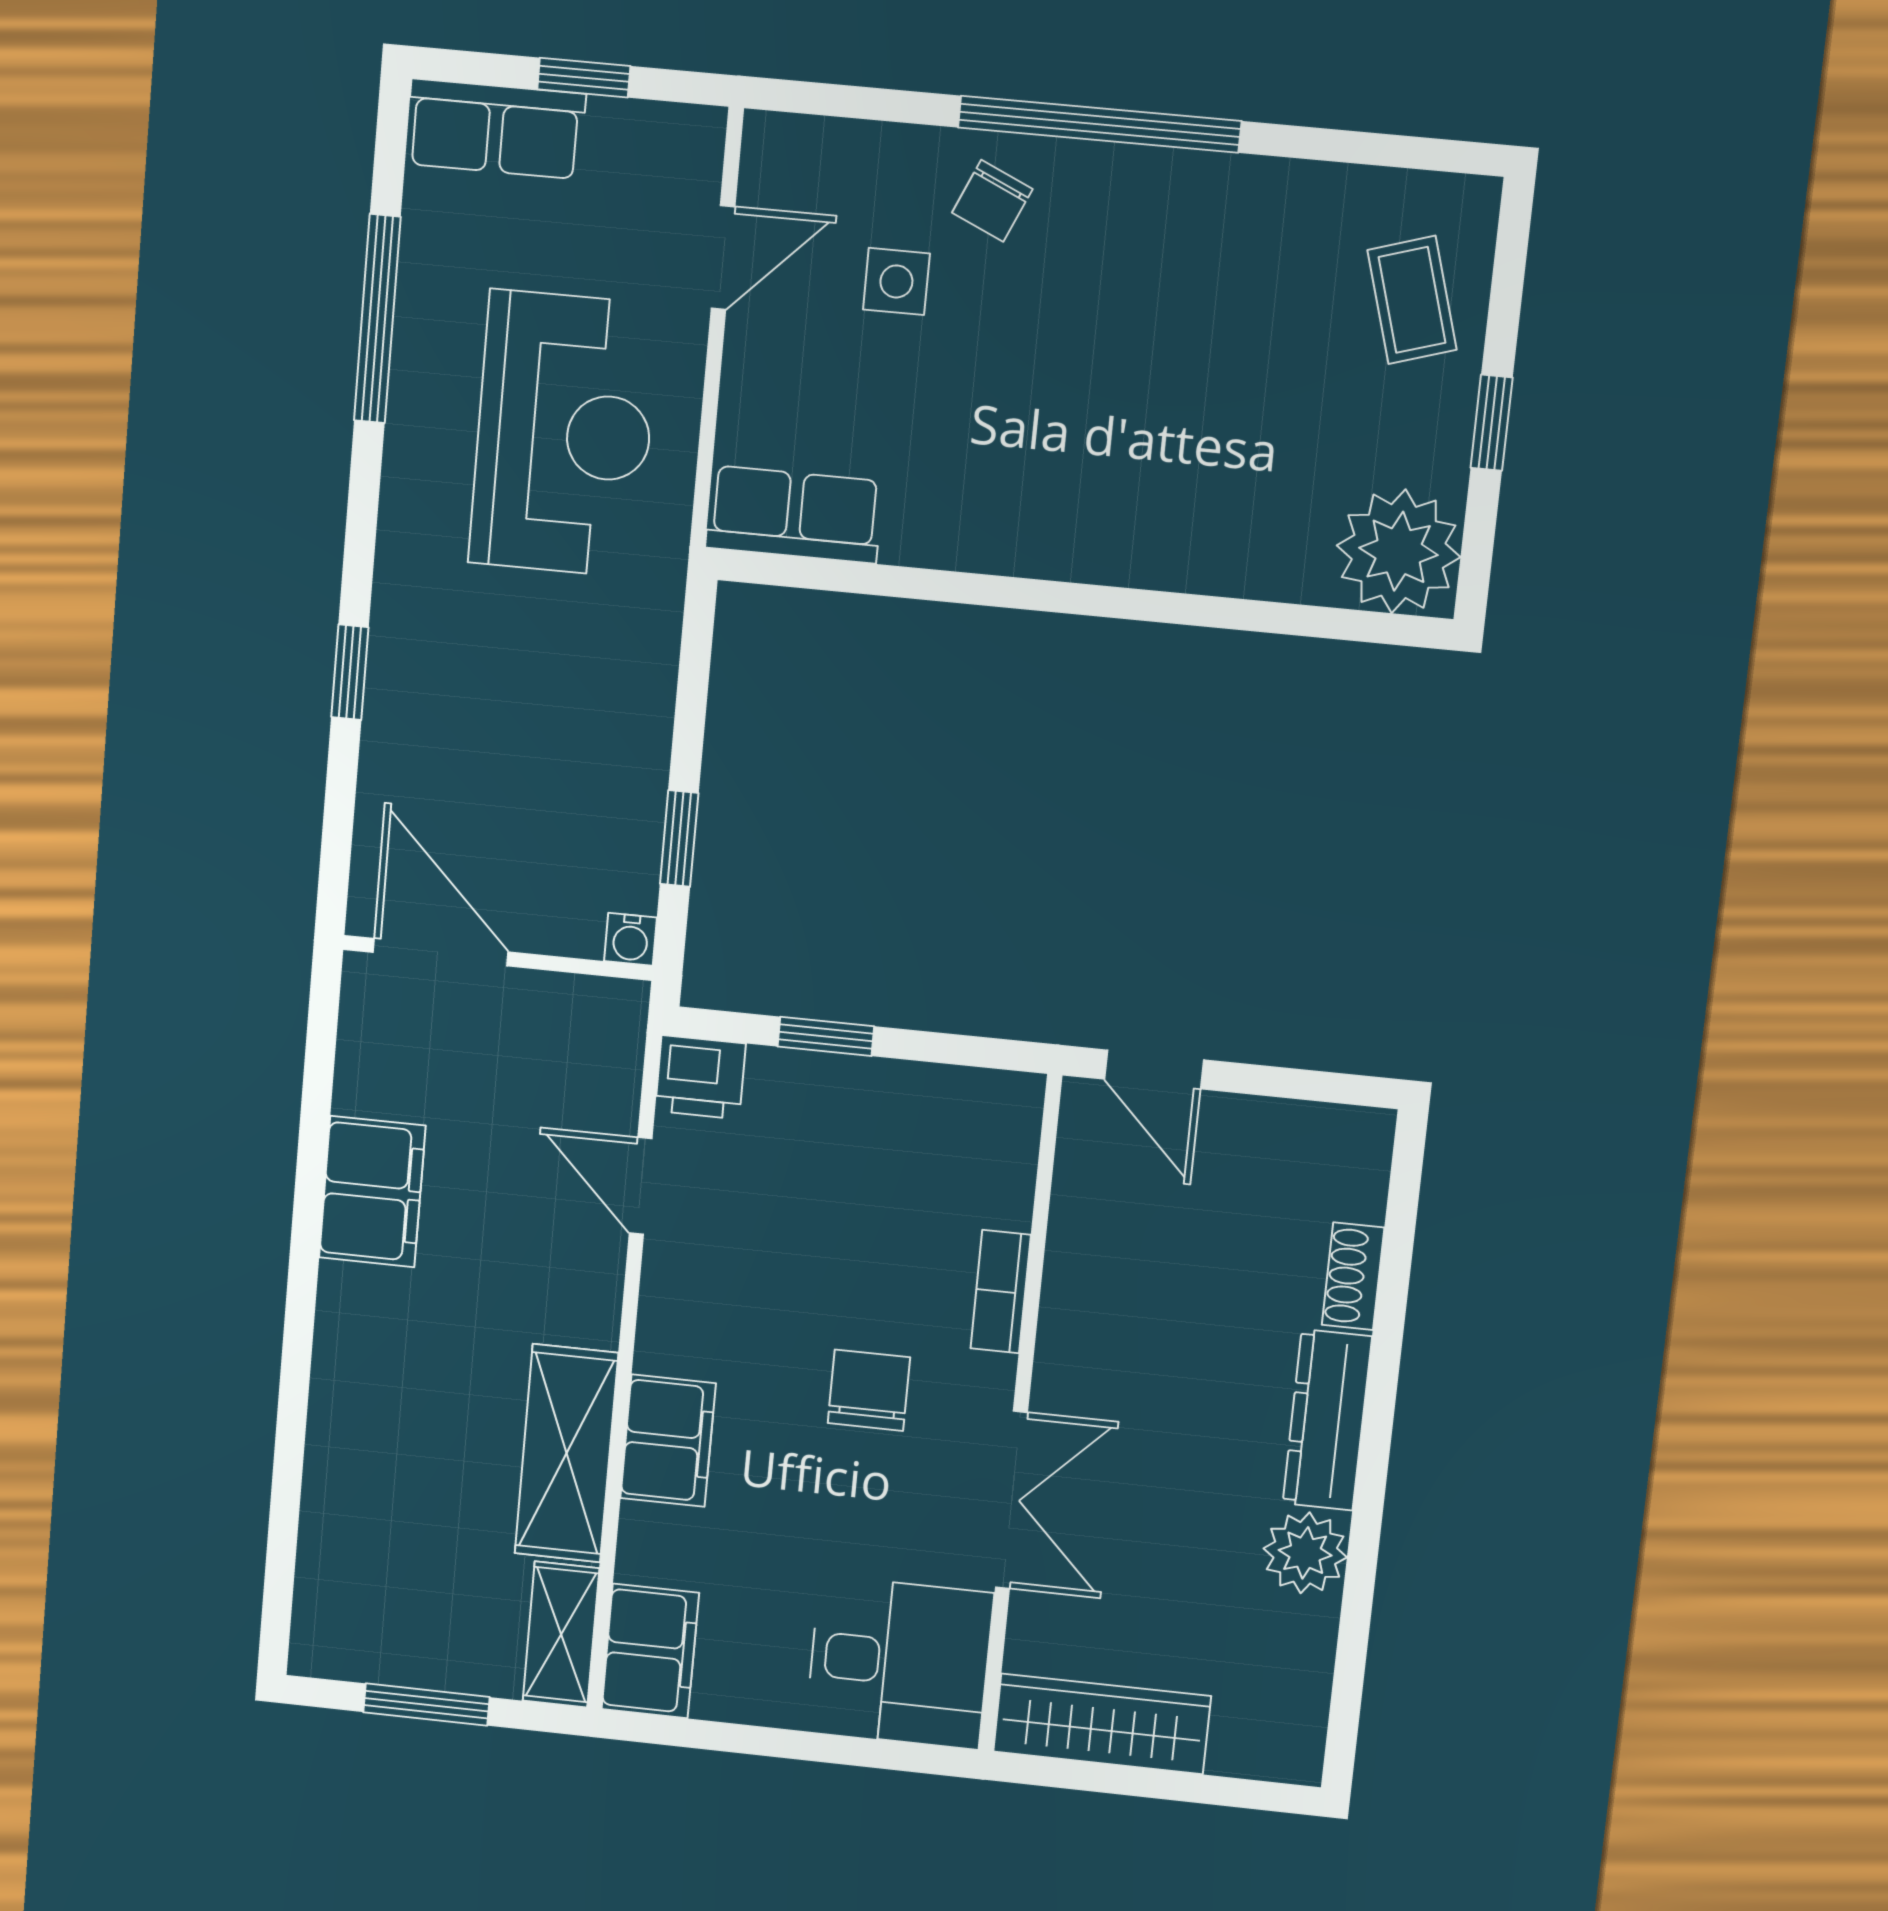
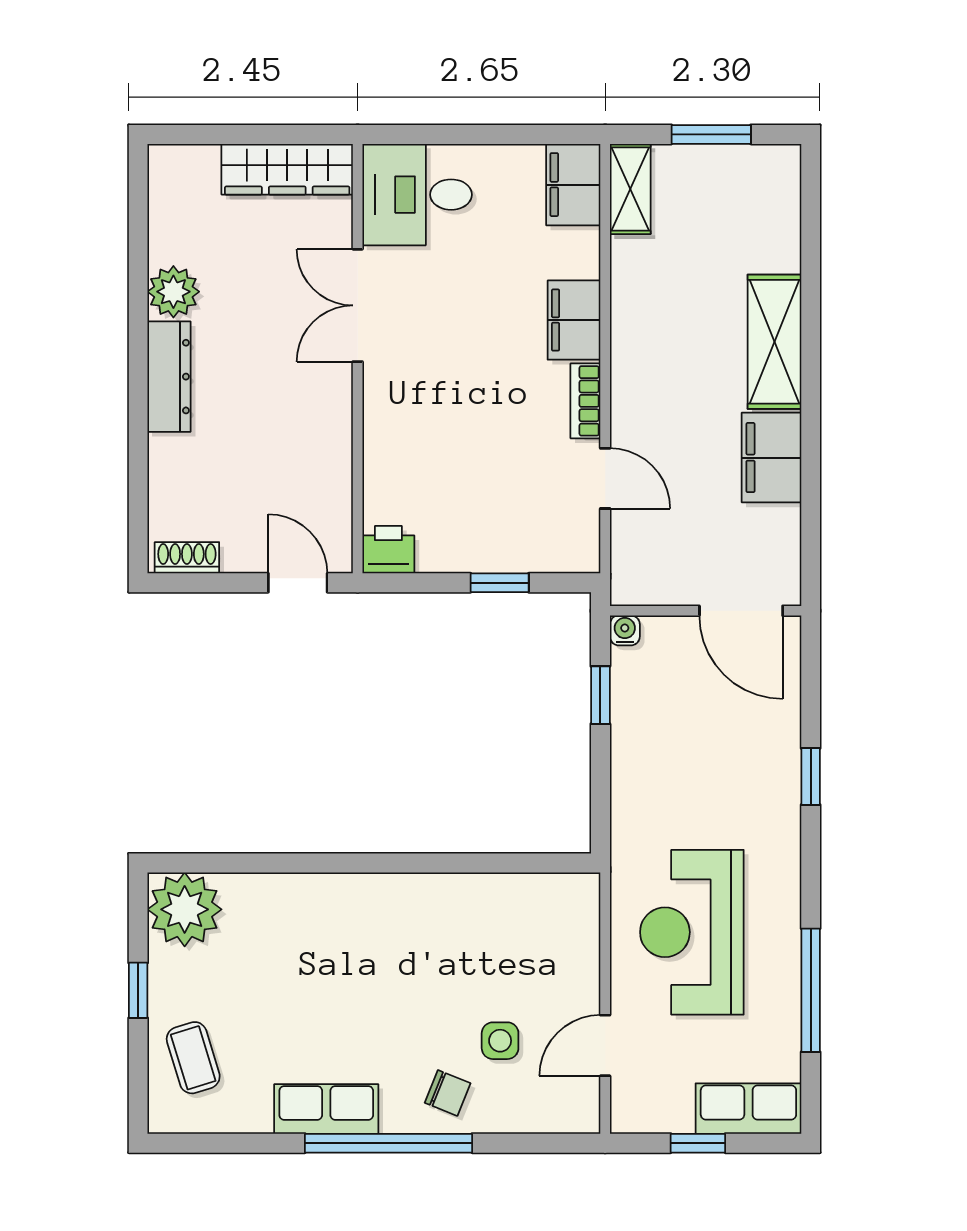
chair: (992, 201) -> (448, 1093), turned 88
row of seats: (794, 514) -> (326, 1109), moved, turned 180
printer: (700, 1077) -> (388, 550), moved
shoe rack: (1353, 1276) -> (187, 558), moved, turned -90
bookcase: (1001, 1292) -> (585, 401), moved, turned 180
chair: (869, 1390) -> (452, 365), removed
shelving: (566, 1453) -> (774, 342), moved

